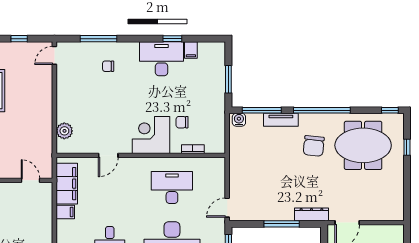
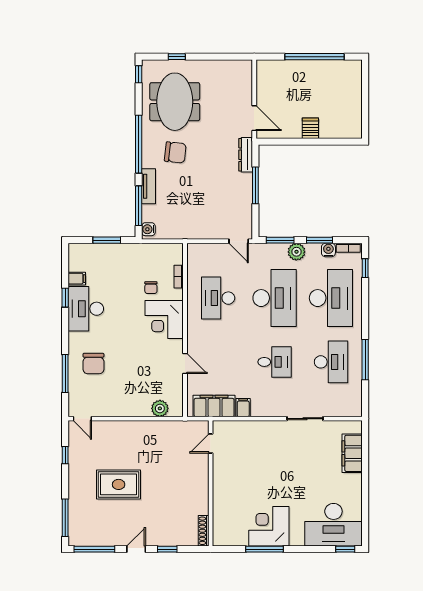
chair: (108, 66) -> (93, 364), width x1.87, depth x1.87

